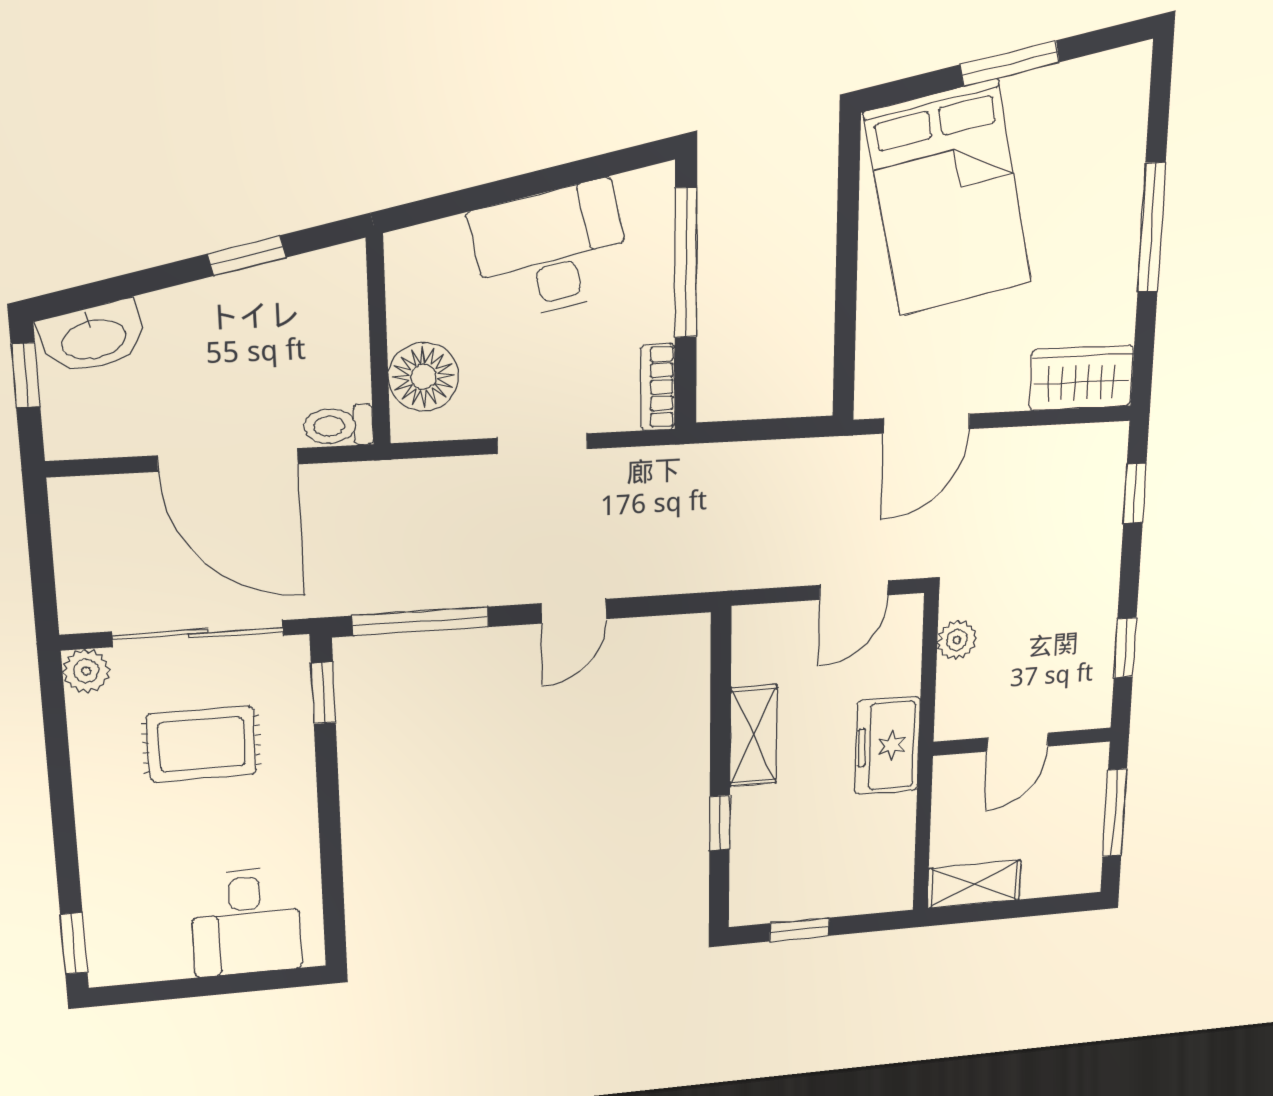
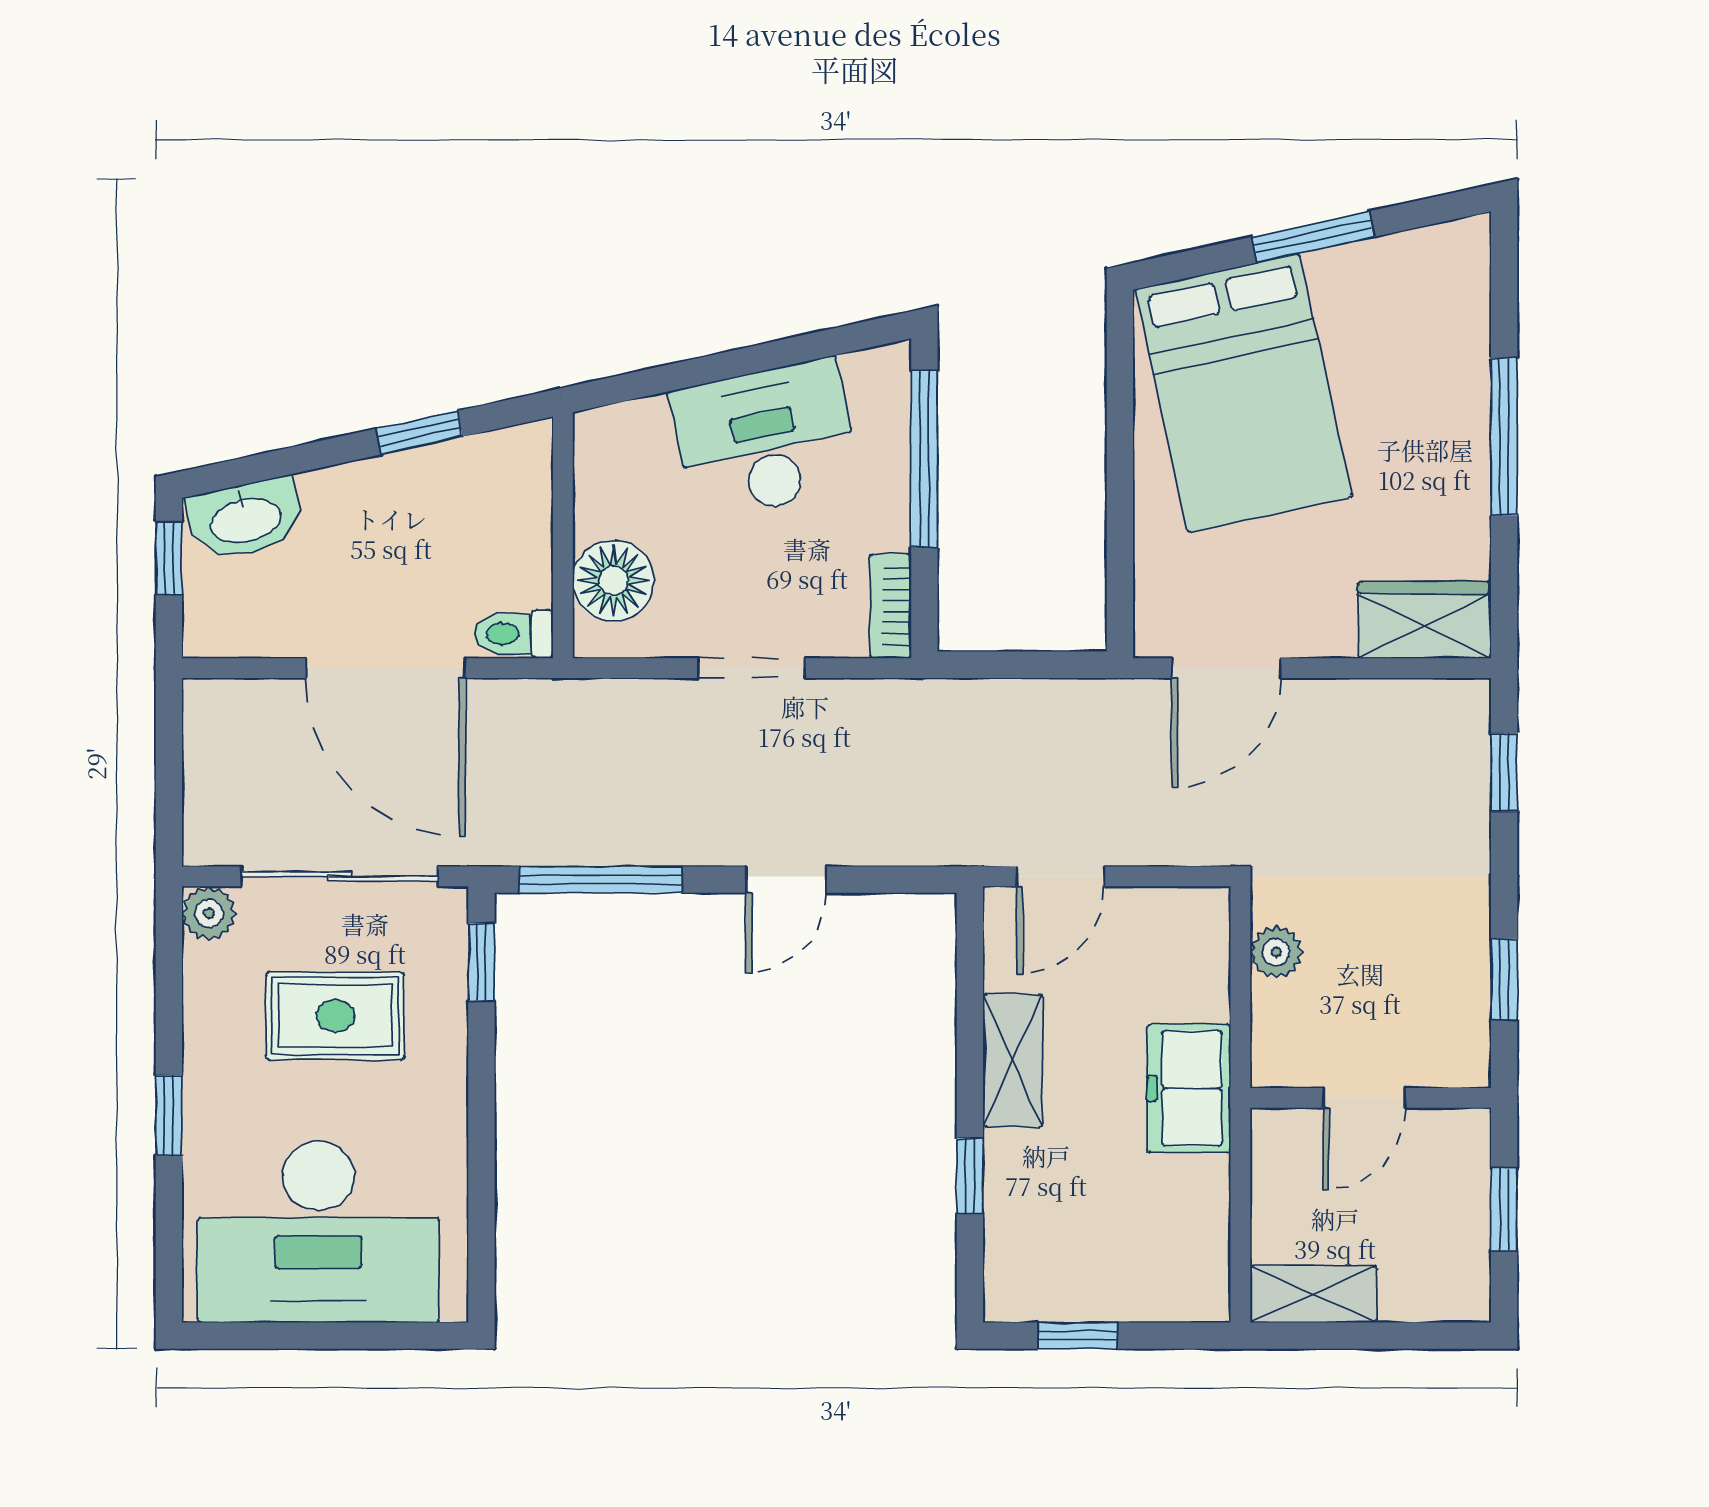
door: (854, 590) -> (1060, 876), moved
window: (1115, 813) -> (1504, 1210), width x0.67
desk: (246, 922) -> (318, 1232), width x1.87, depth x1.30
window: (74, 943) -> (169, 1115), moved

